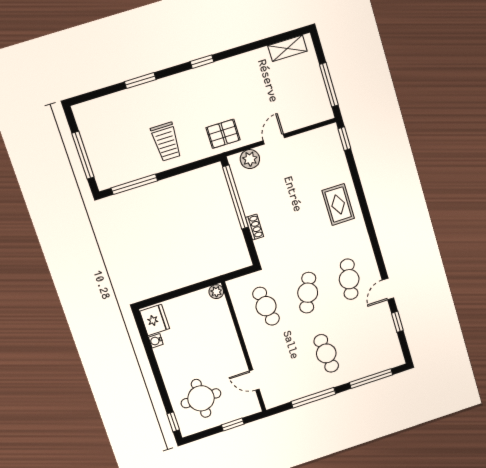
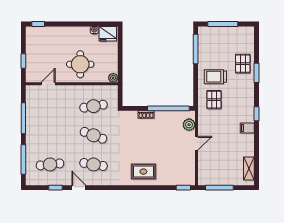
filing cabinet: (228, 69) -> (247, 128), added
pallet: (133, 106) -> (243, 64), added
pallet: (223, 134) -> (214, 100), moved
door: (274, 139) -> (197, 143), hinge flipped
cafe table: (326, 353) -> (50, 164), moved
round table: (201, 398) -> (80, 64), moved

